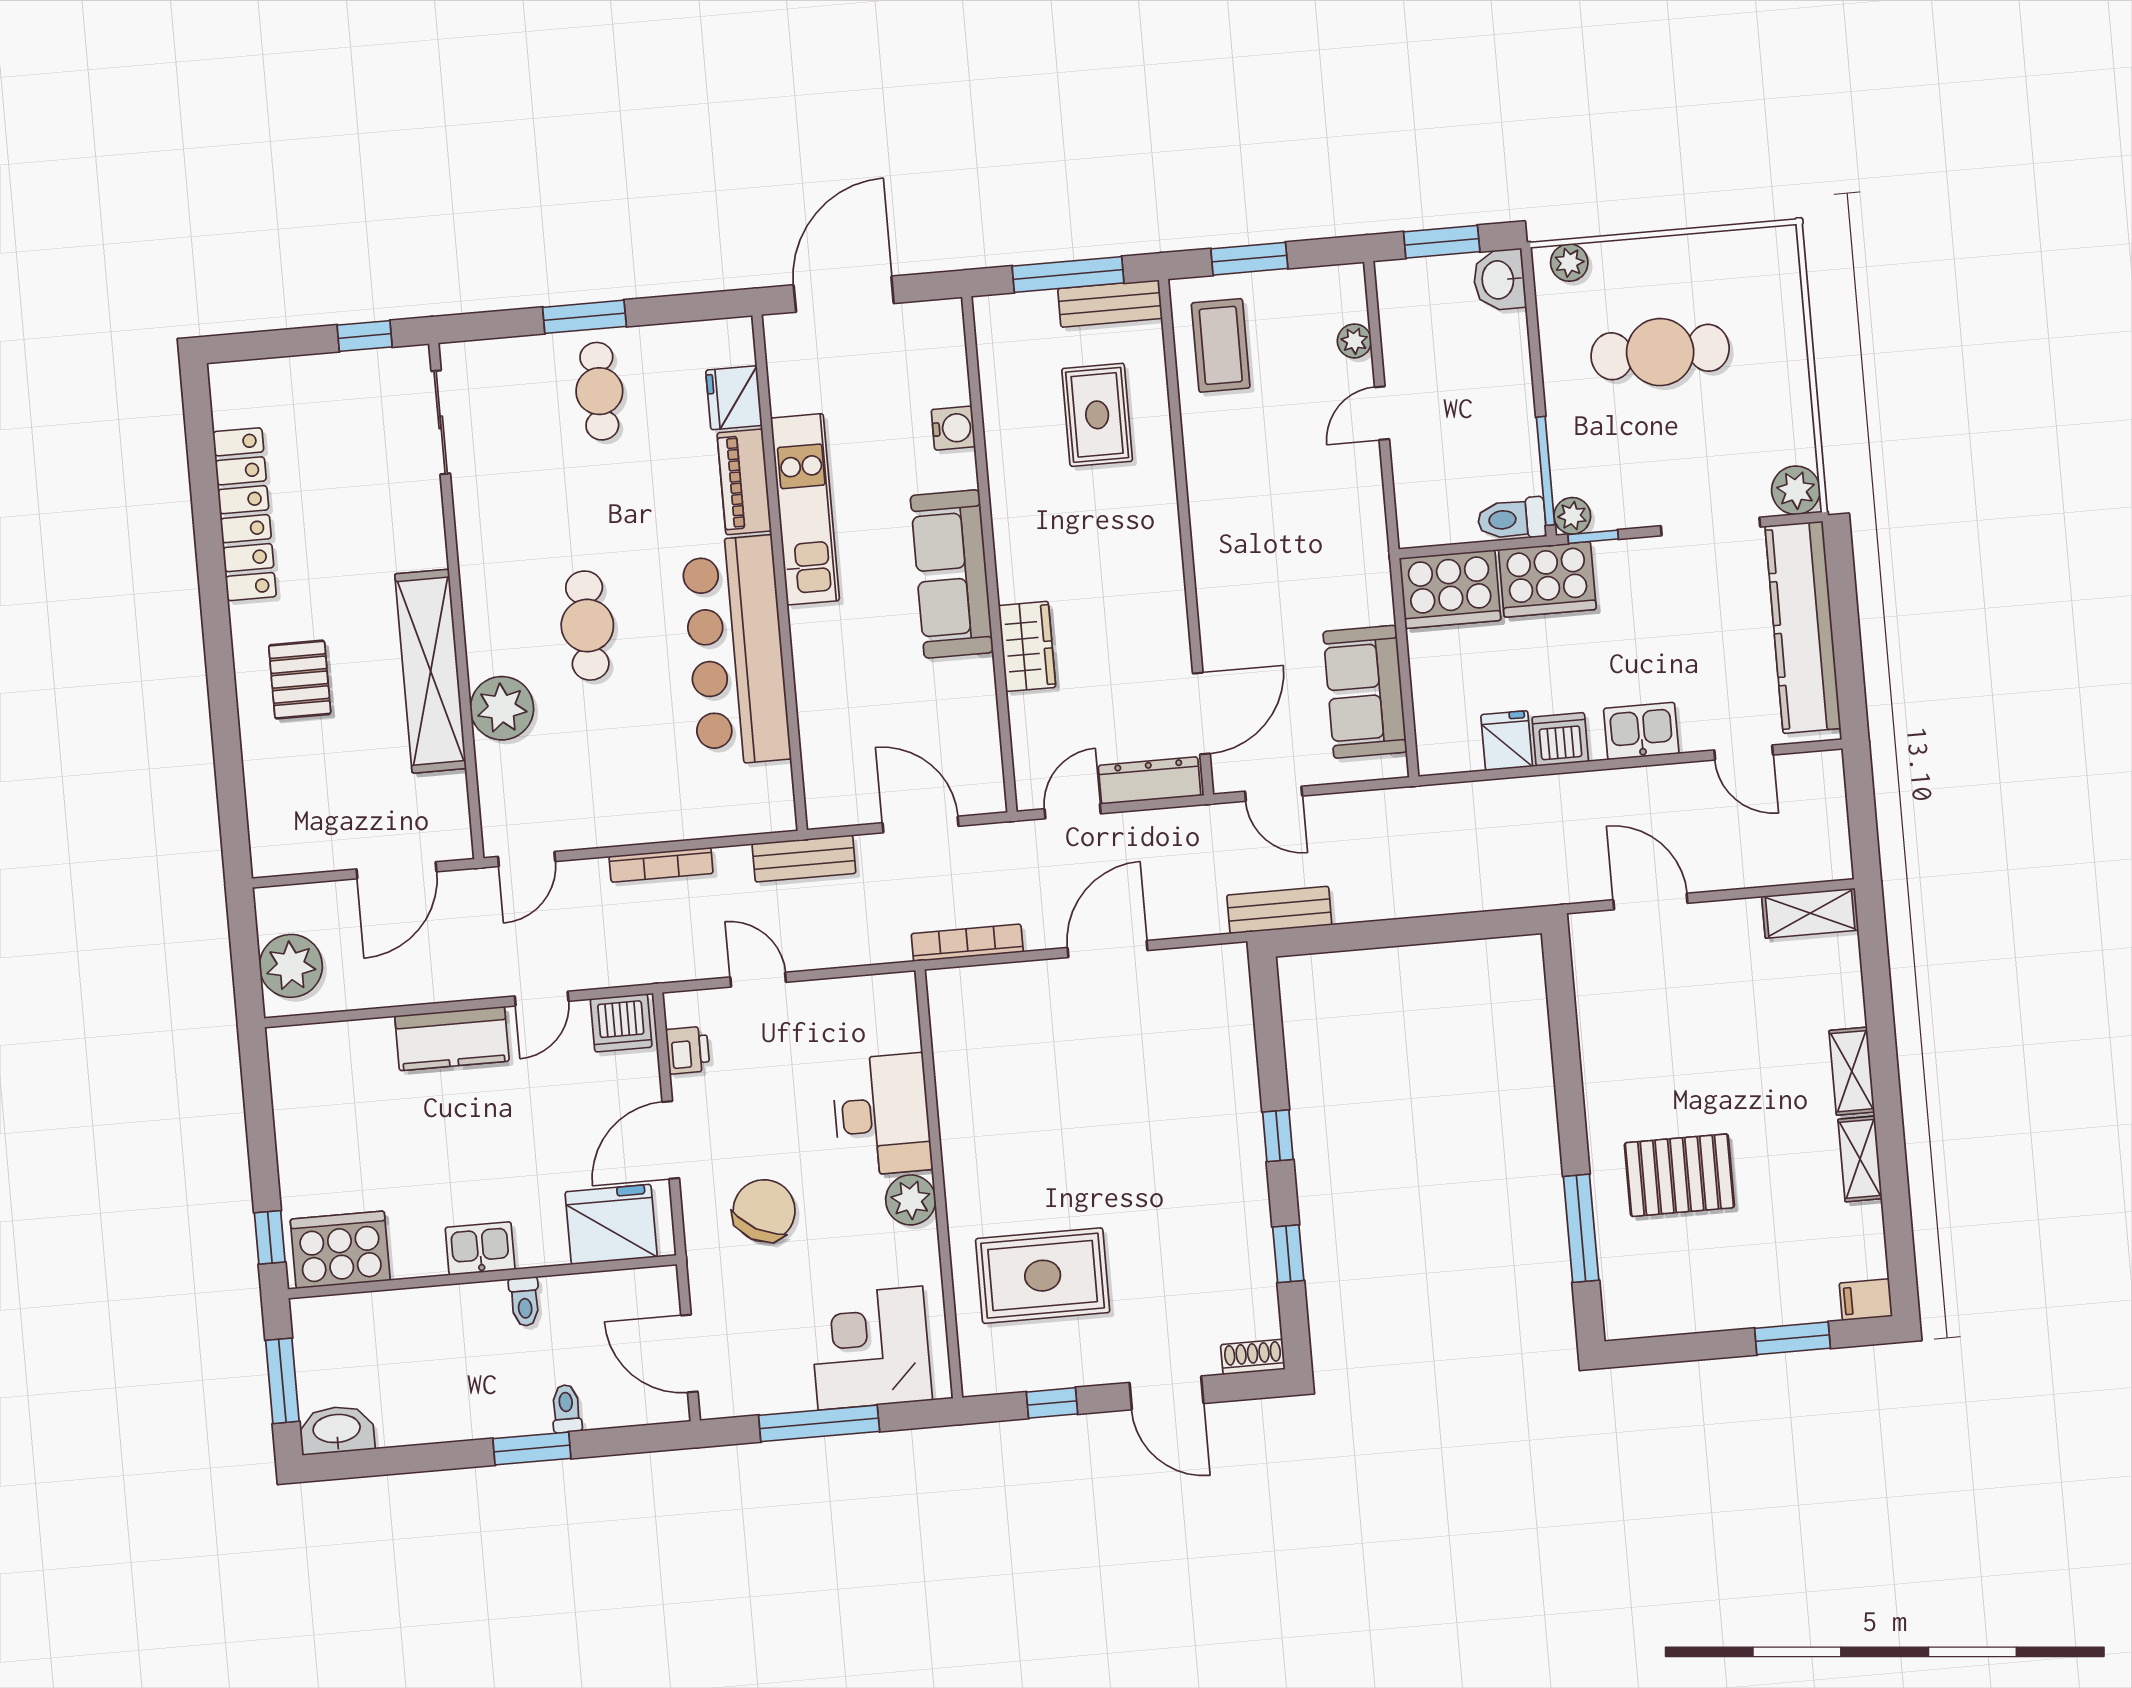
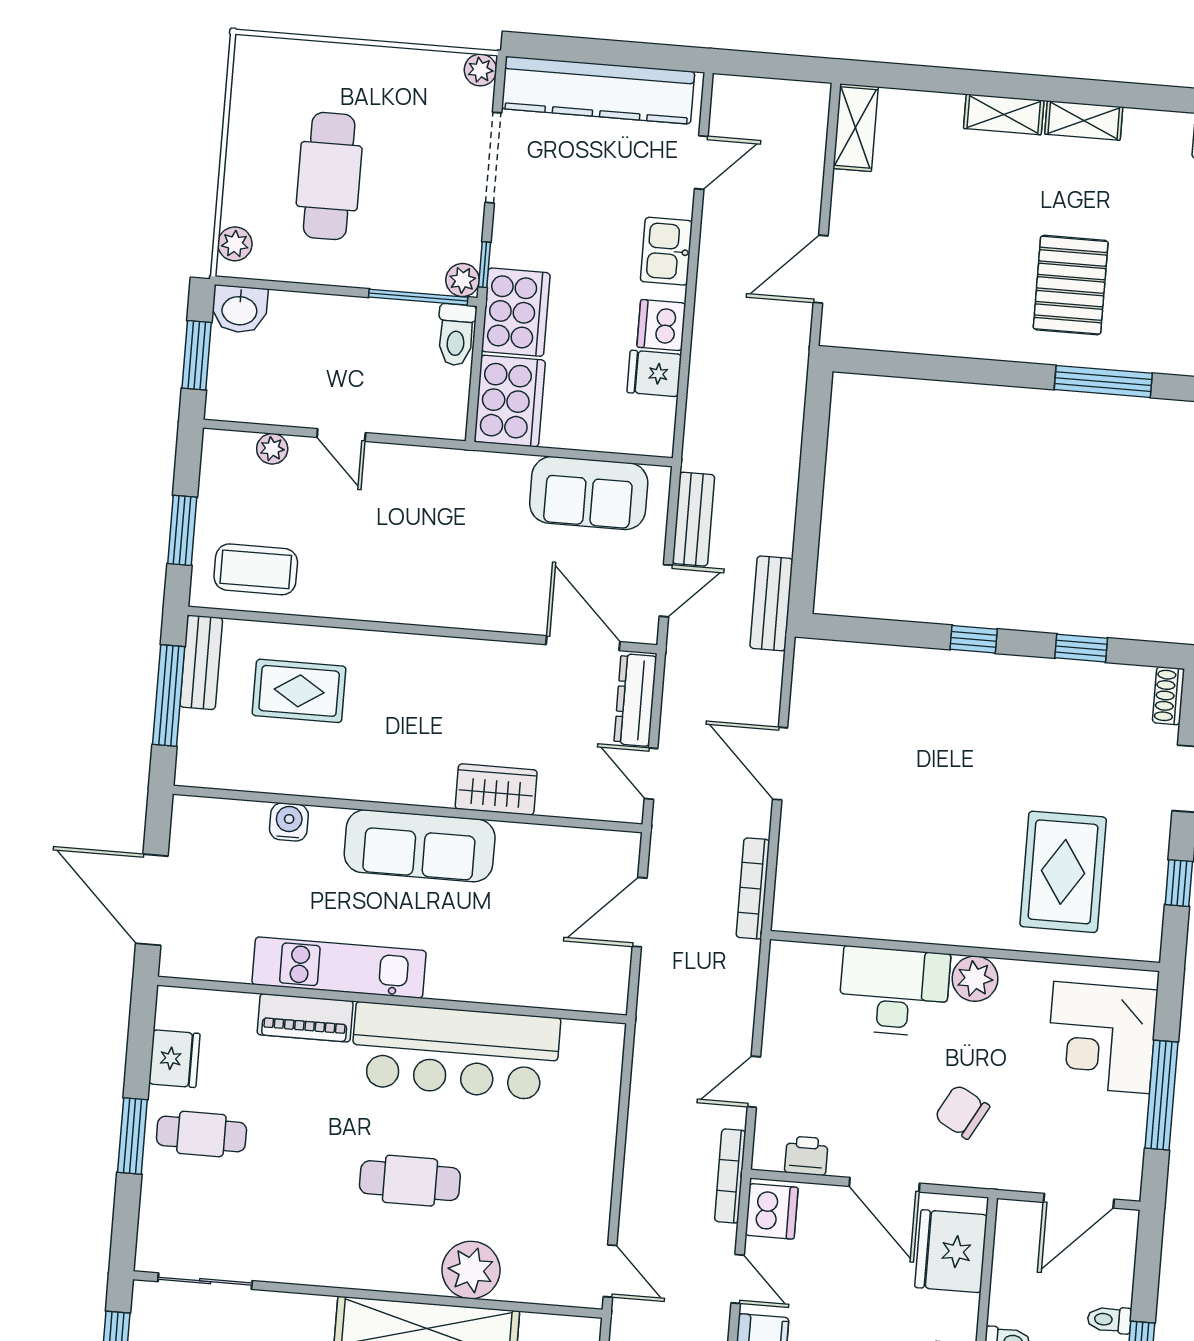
fridge: (734, 398) -> (174, 1059), moved, turned -90
plant: (1796, 490) -> (480, 70), width x0.73, depth x0.73
bench: (804, 858) -> (694, 519), moved
bookcase: (661, 865) -> (730, 1176), moved, turned 180
chair: (764, 1211) -> (962, 1112), width x0.73, depth x0.73

